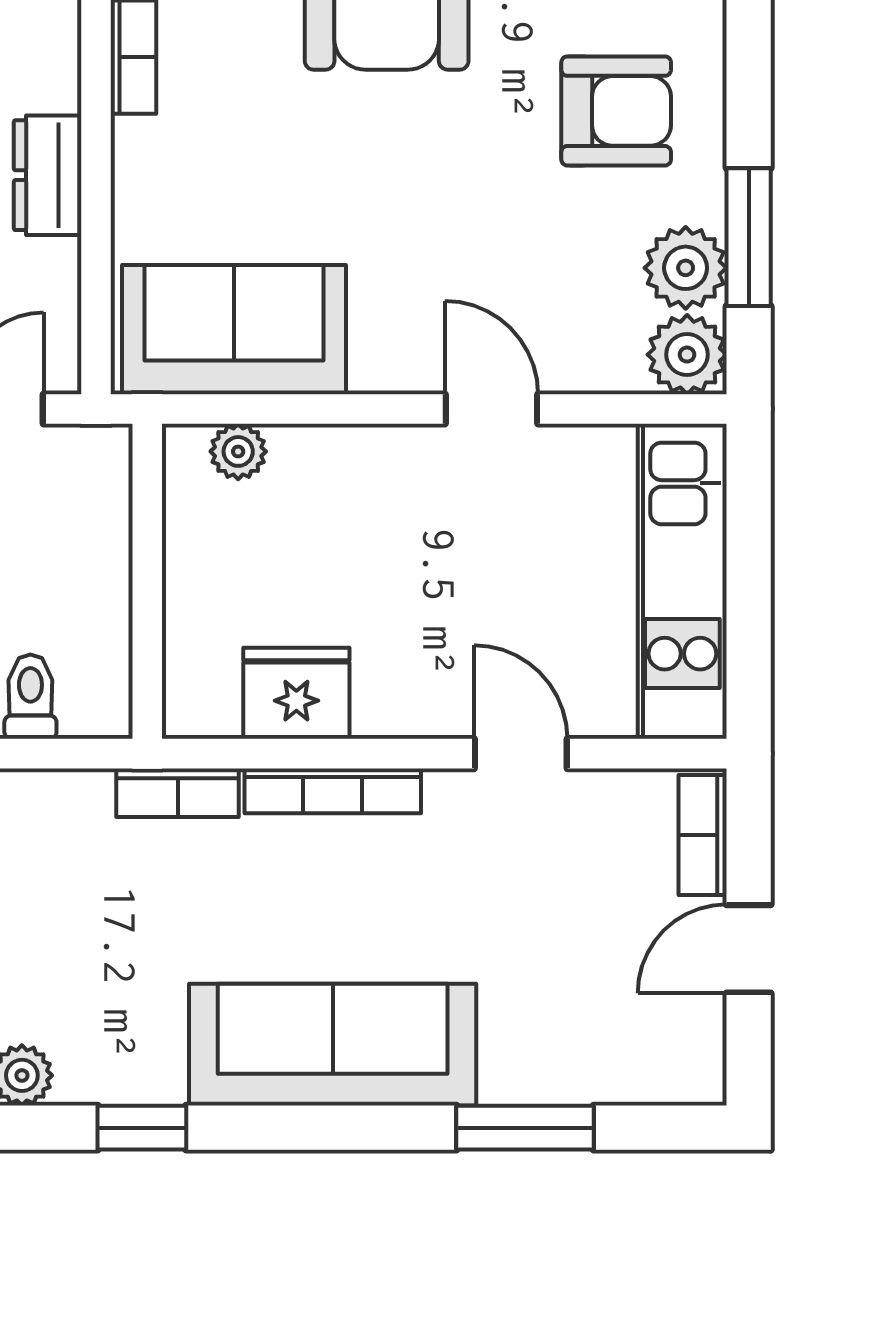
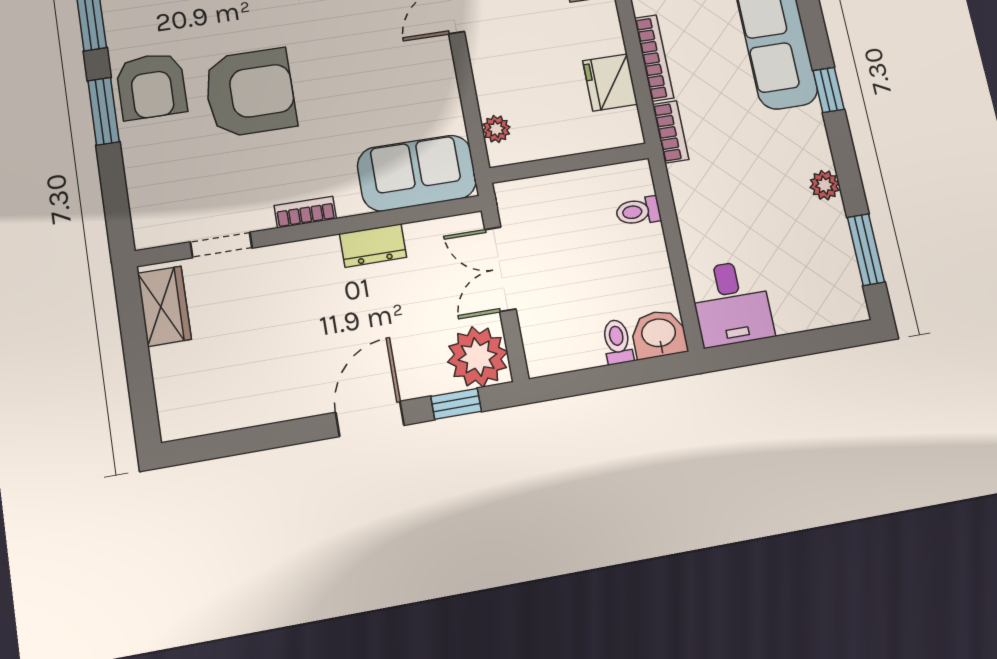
sofa: (234, 330) -> (417, 173), moved, turned 90
window: (142, 1128) -> (829, 90), moved

